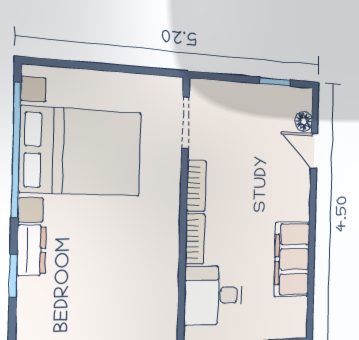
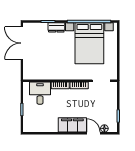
door: (314, 151) -> (93, 133), hinge flipped
filing cabinet: (292, 259) -> (72, 125), moved

